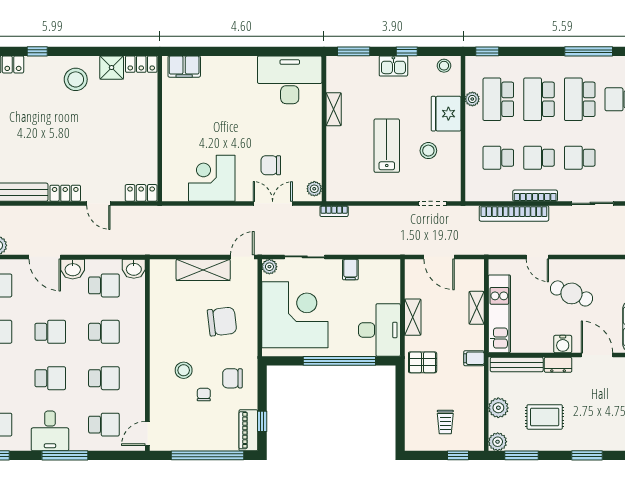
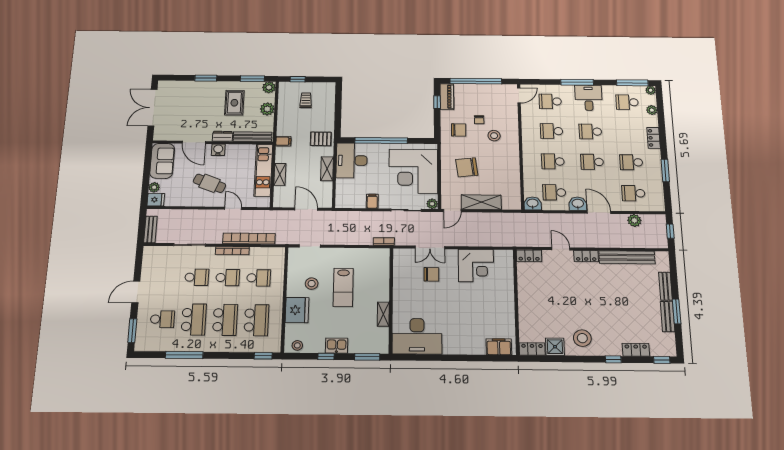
plant: (472, 99) -> (276, 321), removed
plant: (314, 189) -> (399, 257), removed
rug: (545, 417) -> (234, 103), turned 90

